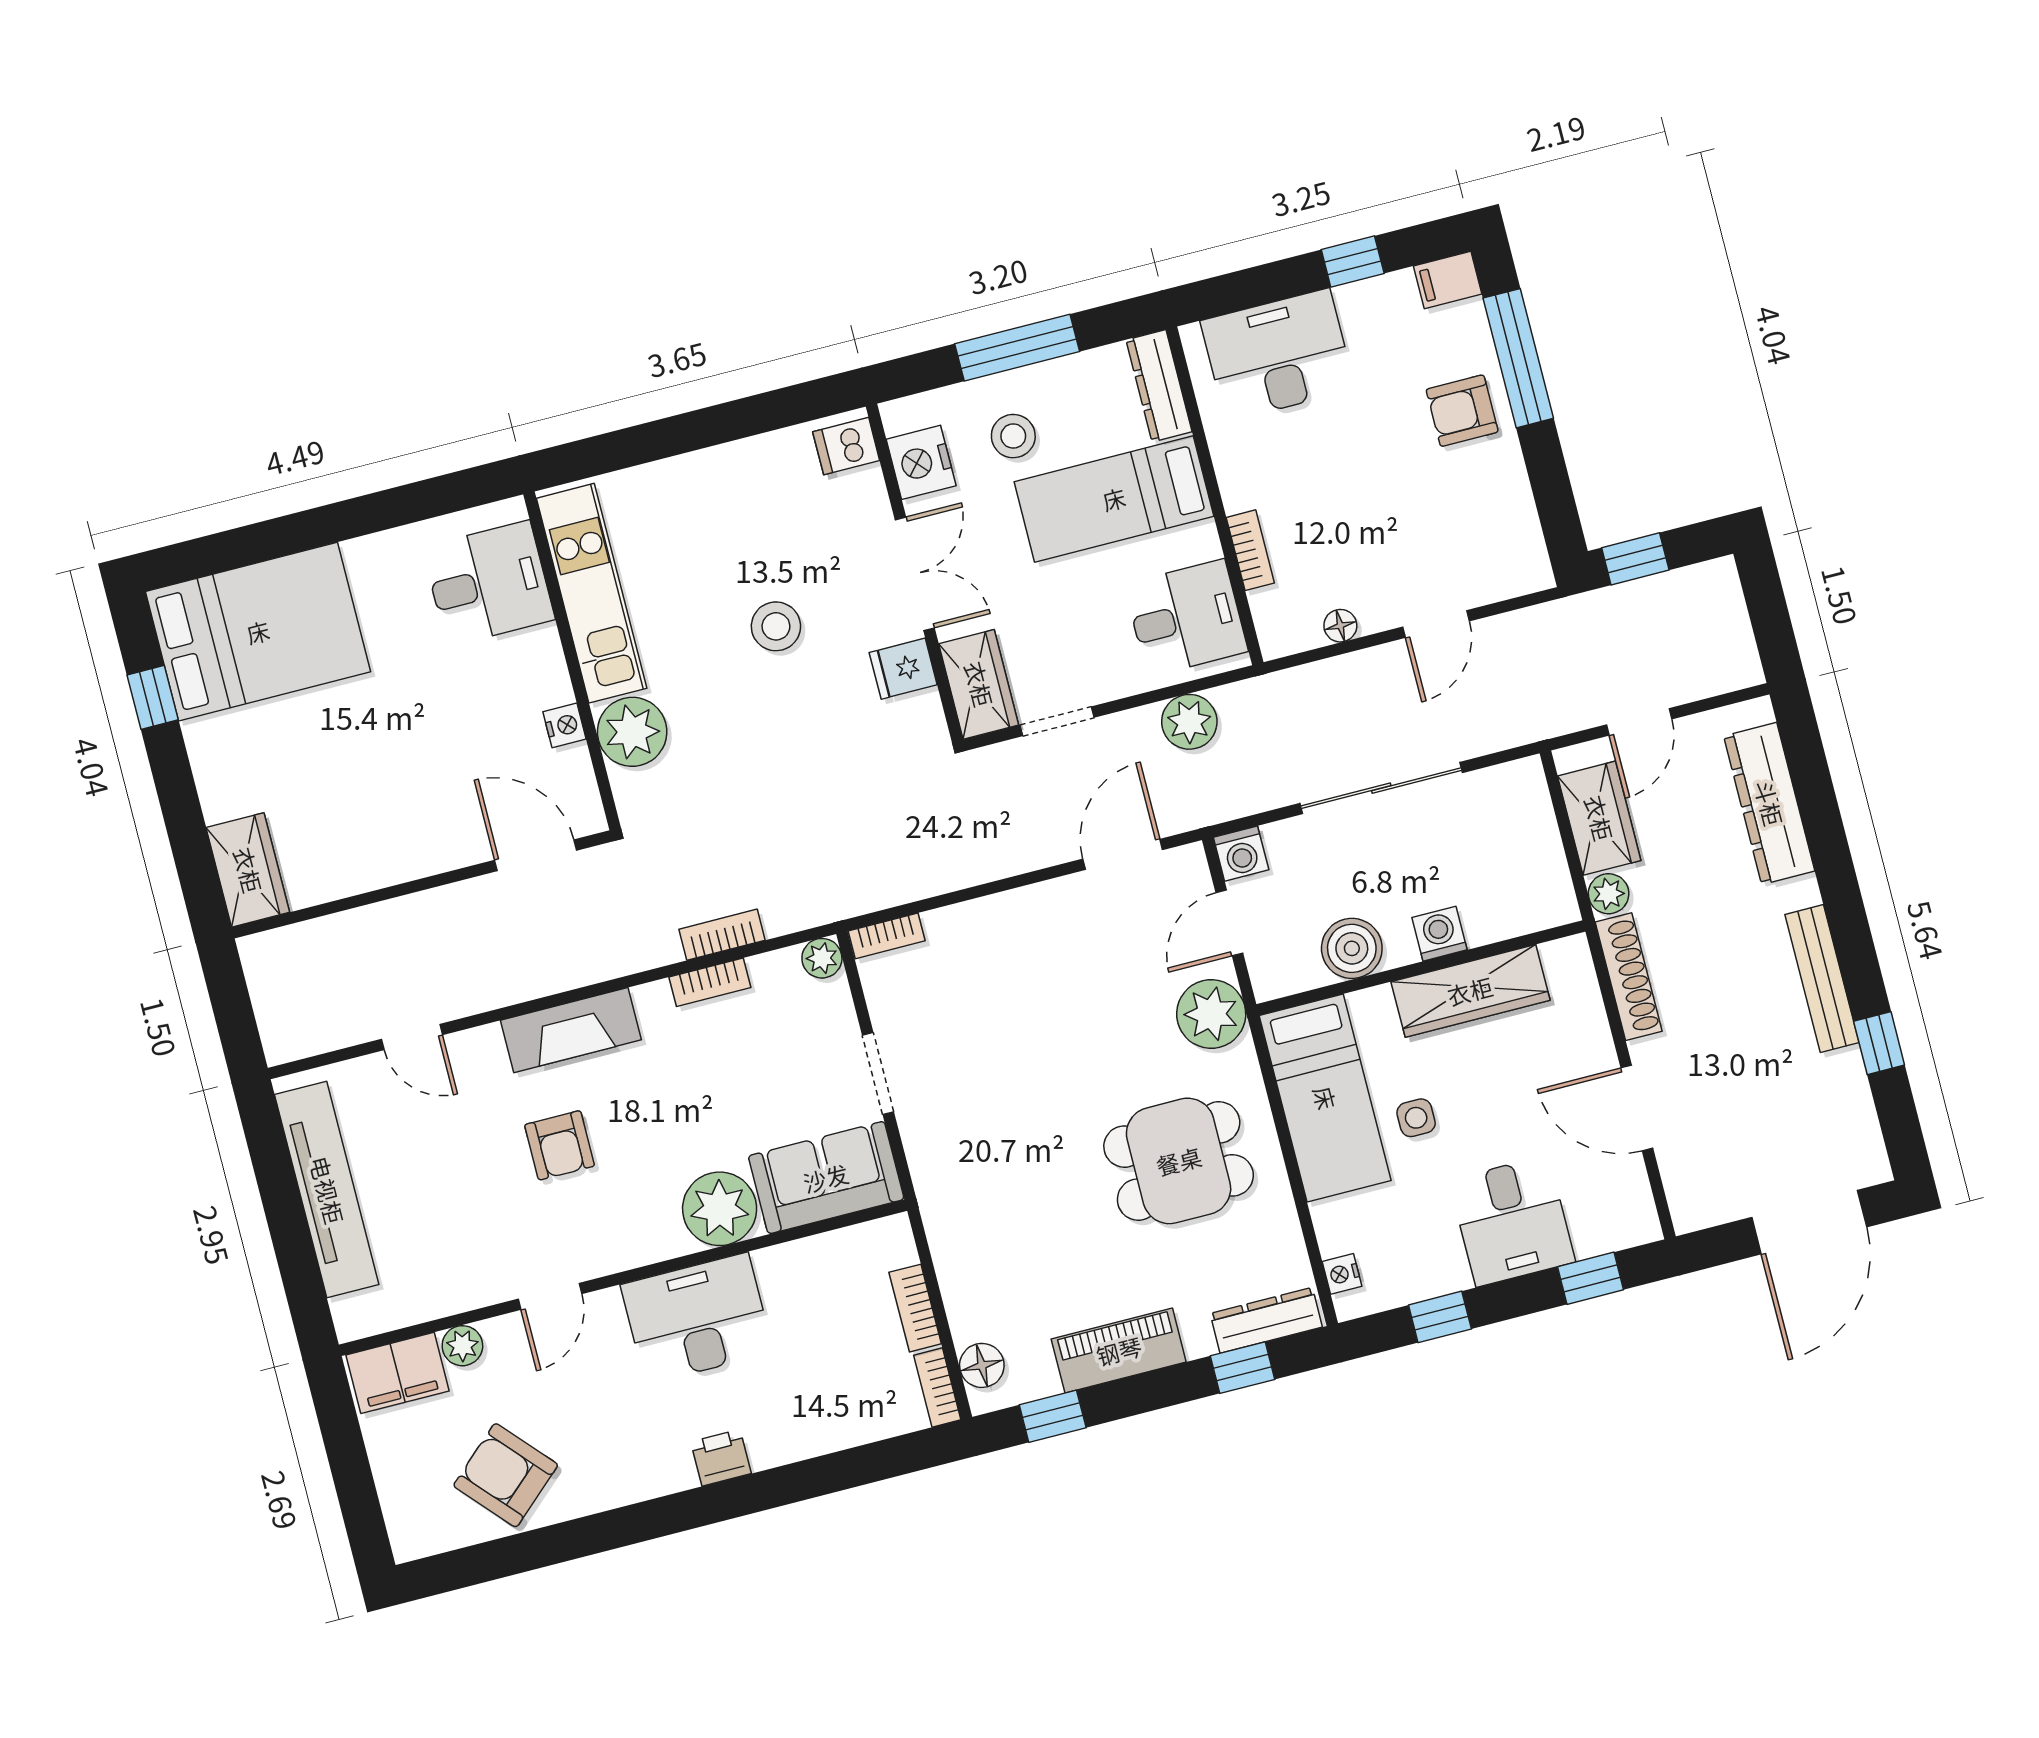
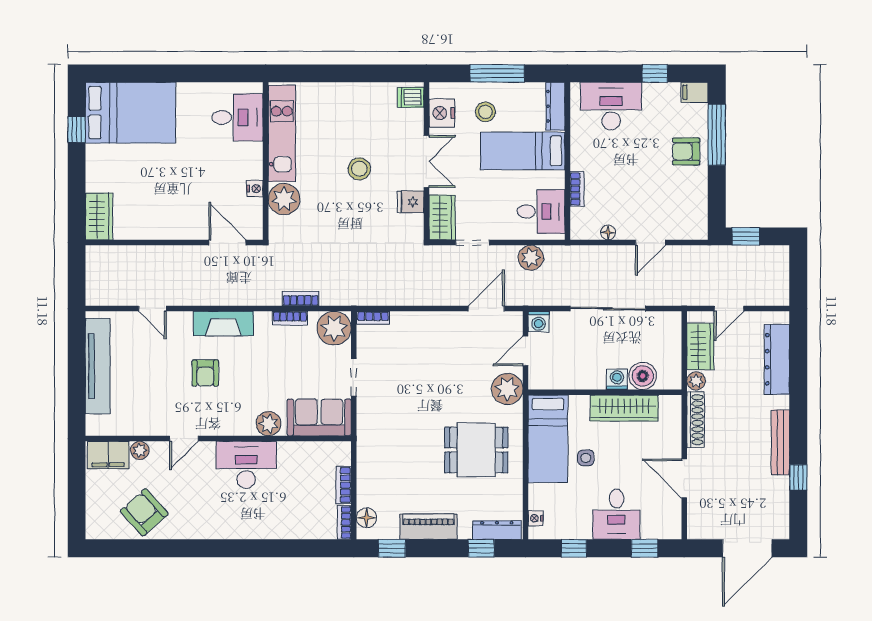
boiler: (1352, 948) -> (643, 376), moved
plant: (822, 958) -> (334, 328), width x1.87, depth x1.87
plant: (720, 1209) -> (269, 424), width x0.73, depth x0.73
printer: (721, 1458) -> (241, 529), removed

